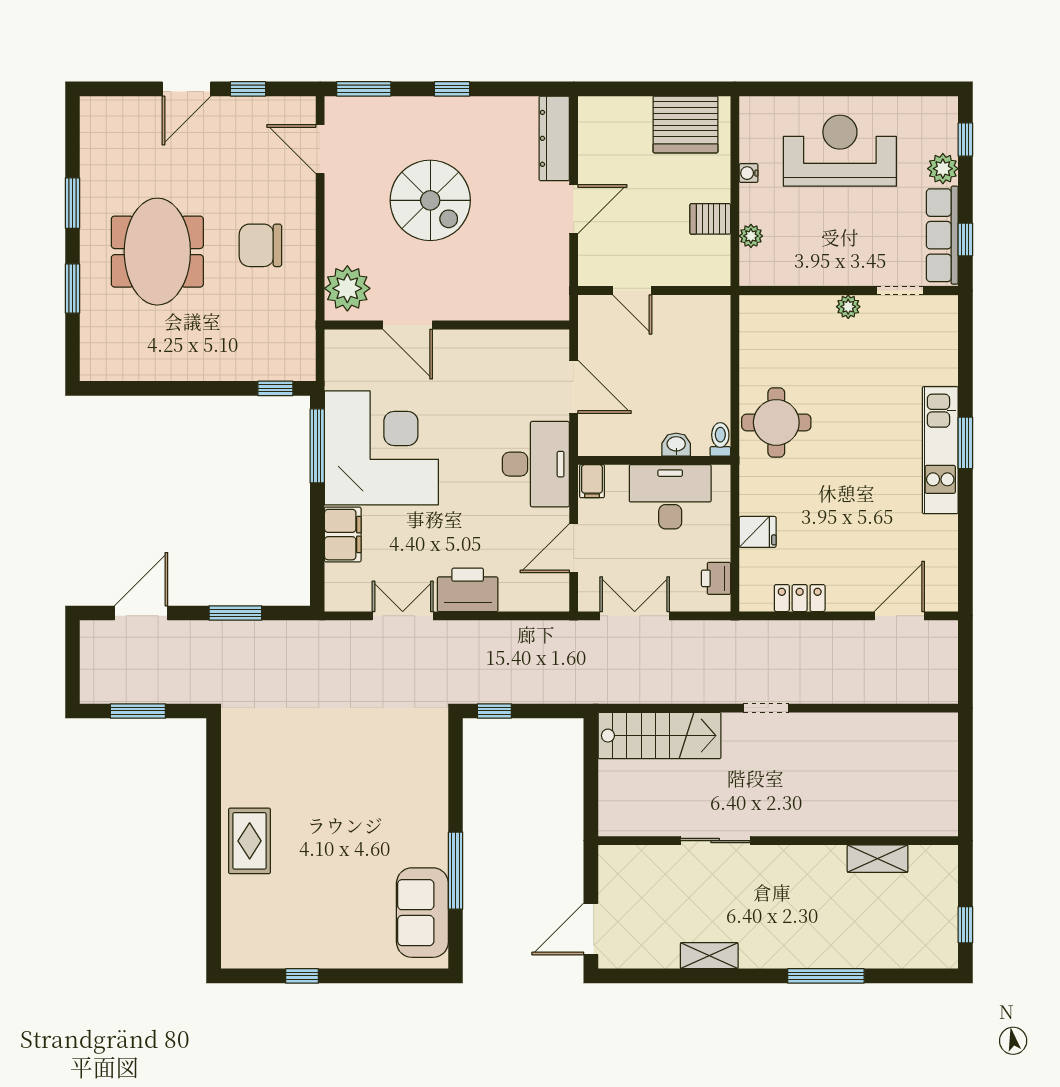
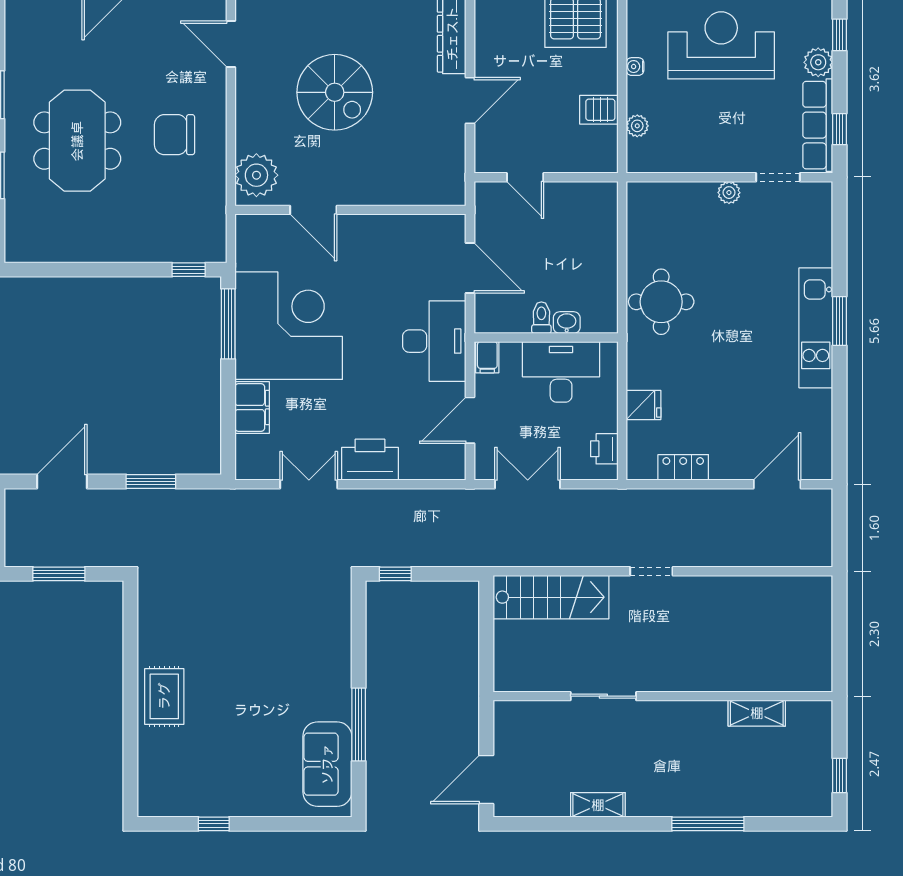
toilet: (720, 439) -> (541, 318), moved

